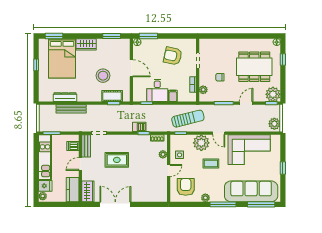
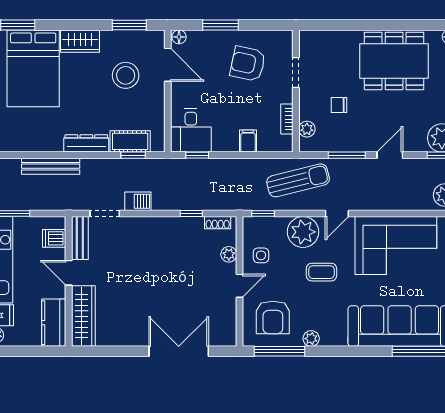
window: (148, 36) -> (220, 25), moved
dining table: (254, 67) -> (394, 61), moved
door: (131, 68) -> (168, 65), moved
stool: (103, 76) -> (126, 75), moved
desk: (157, 90) -> (191, 130), moved
dresser: (65, 97) -> (86, 143), moved
sun lounger: (188, 119) -> (298, 180), moved
barbecue: (139, 127) -> (138, 201), moved
door: (219, 133) -> (337, 213), hinge flipped
rug: (117, 160) -> (139, 265), removed
door: (80, 164) -> (69, 273), hinge flipped
armchair: (186, 187) -> (273, 317), turned 180
wardrobe: (88, 191) -> (83, 316), width x1.50
double door: (115, 204) -> (179, 351), moved
window: (223, 204) -> (279, 351), moved

